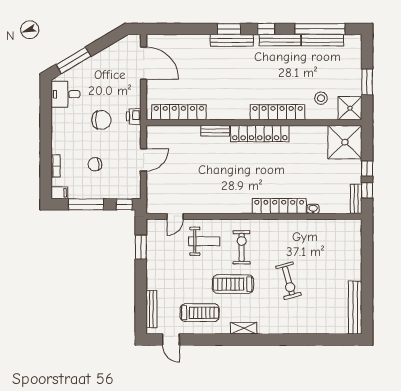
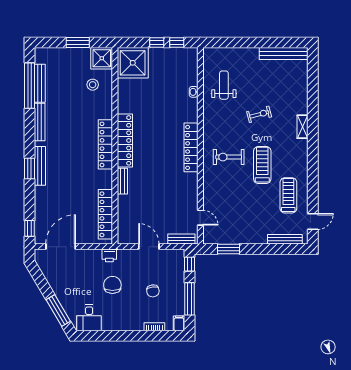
window: (266, 29) -> (29, 228), moved
locker: (278, 112) -> (105, 144), moved
bench: (356, 199) -> (181, 239), moved
locker: (279, 206) -> (191, 147), moved
weight bench: (204, 241) -> (224, 85), moved
exercise bike: (288, 281) -> (259, 114), width x0.73, depth x0.72
treadmill: (233, 284) -> (262, 165), turned 180
shelving: (244, 328) -> (303, 127), moved

